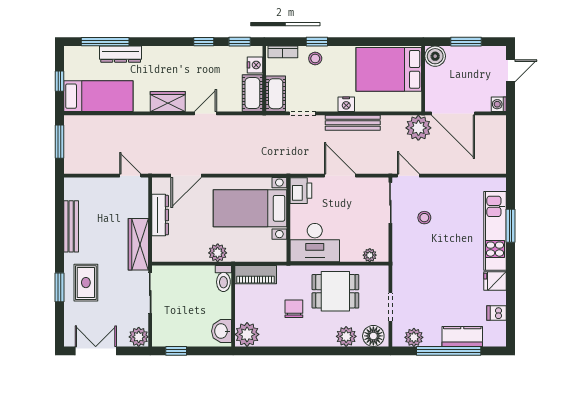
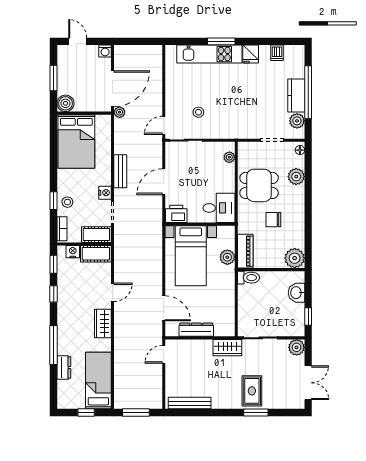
window: (105, 42) -> (54, 345), moved
dresser: (121, 54) -> (64, 367), width x0.70
nightstand: (346, 104) -> (105, 193), moved
door: (206, 113) -> (113, 292), swing flipped
bench: (353, 123) -> (120, 171), width x0.73
plant: (418, 128) -> (120, 112), width x0.53, depth x0.53
bench: (71, 226) -> (190, 403), moved
window: (510, 226) -> (221, 41), moved
desk: (315, 243) -> (219, 208), width x0.73
wardrobe: (138, 244) -> (227, 348), width x0.67
plant: (218, 253) -> (227, 257), moved
rug: (86, 283) -> (252, 391), turned 90
dining table: (335, 291) -> (259, 185), turned 90
washbasin: (222, 331) -> (296, 293), moved, turned 90
floor lamp: (373, 336) -> (300, 150), width x0.53, depth x0.53
kitchen counter: (462, 337) -> (296, 96), moved
double door: (96, 351) -> (308, 383), swing flipped

